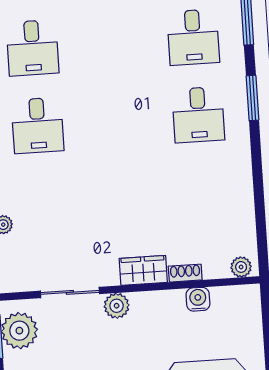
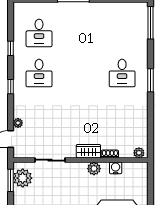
desk: (193, 37) -> (122, 33), removed
window: (252, 98) -> (150, 80), moved
plant: (117, 306) -> (94, 169), moved

